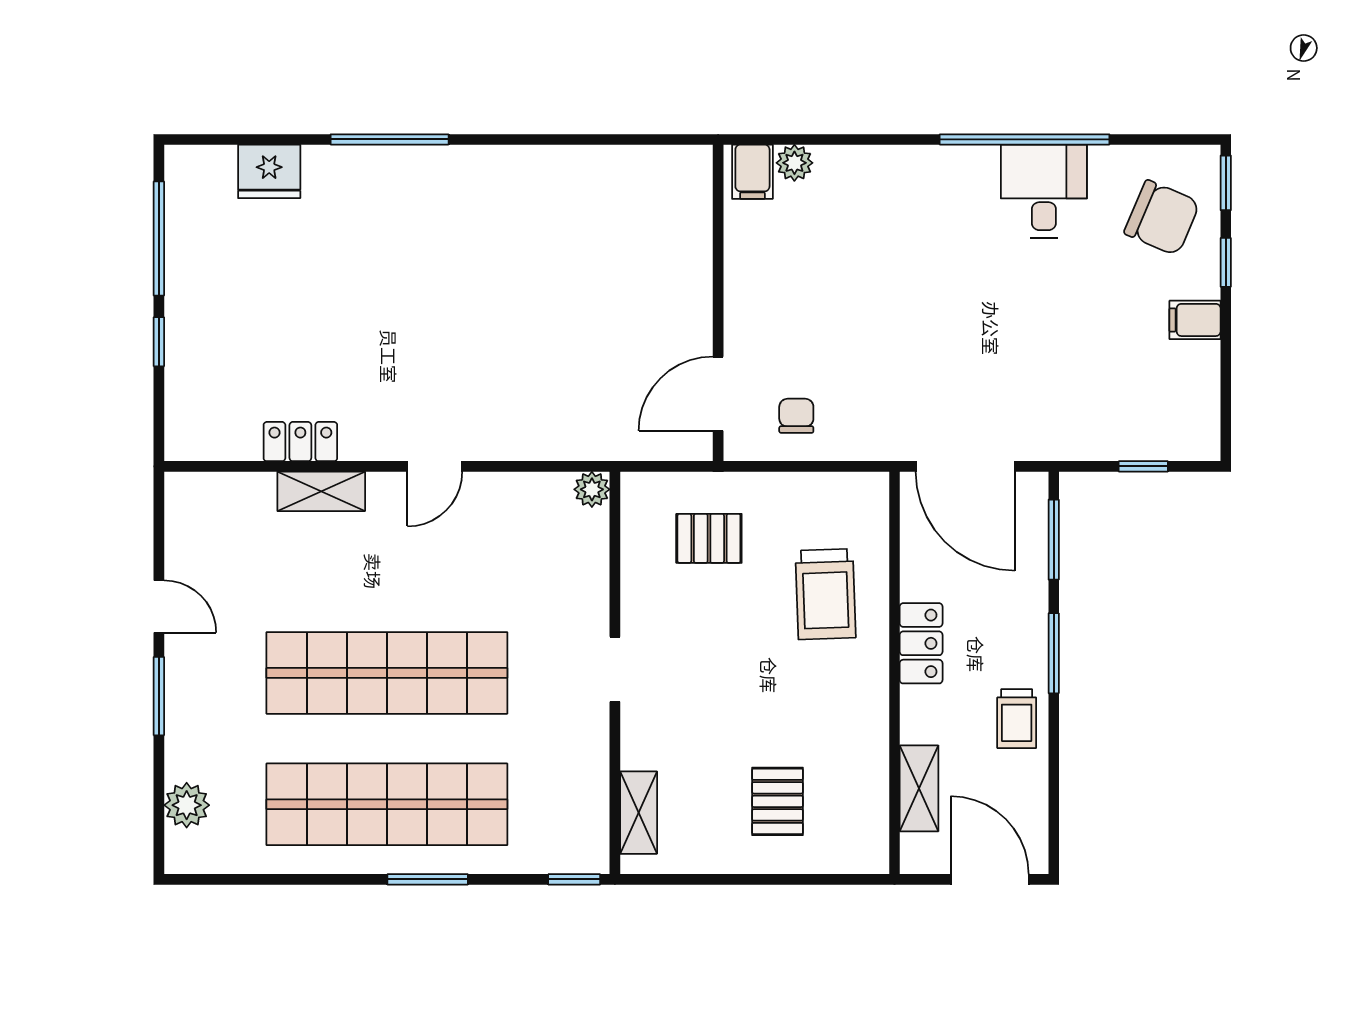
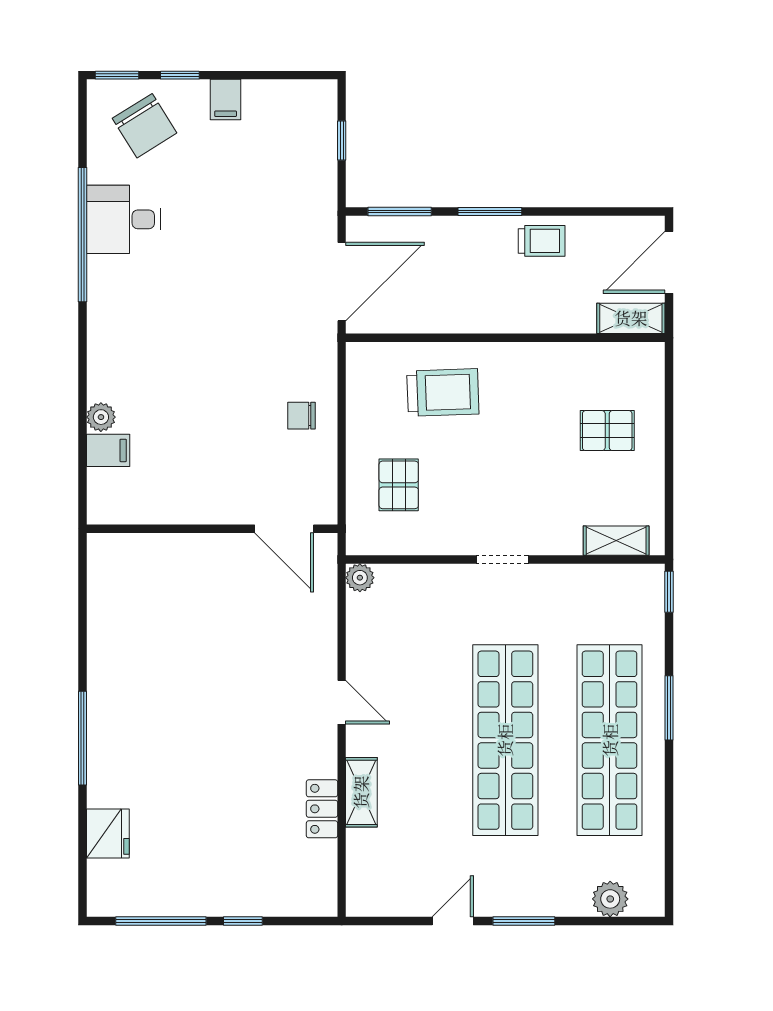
chair: (1162, 218) -> (145, 126), turned 125
wall: (718, 303) -> (212, 529), moved
door: (718, 394) -> (284, 529), moved
locker: (921, 643) -> (482, 317), removed
shelving: (919, 788) -> (631, 318), moved

